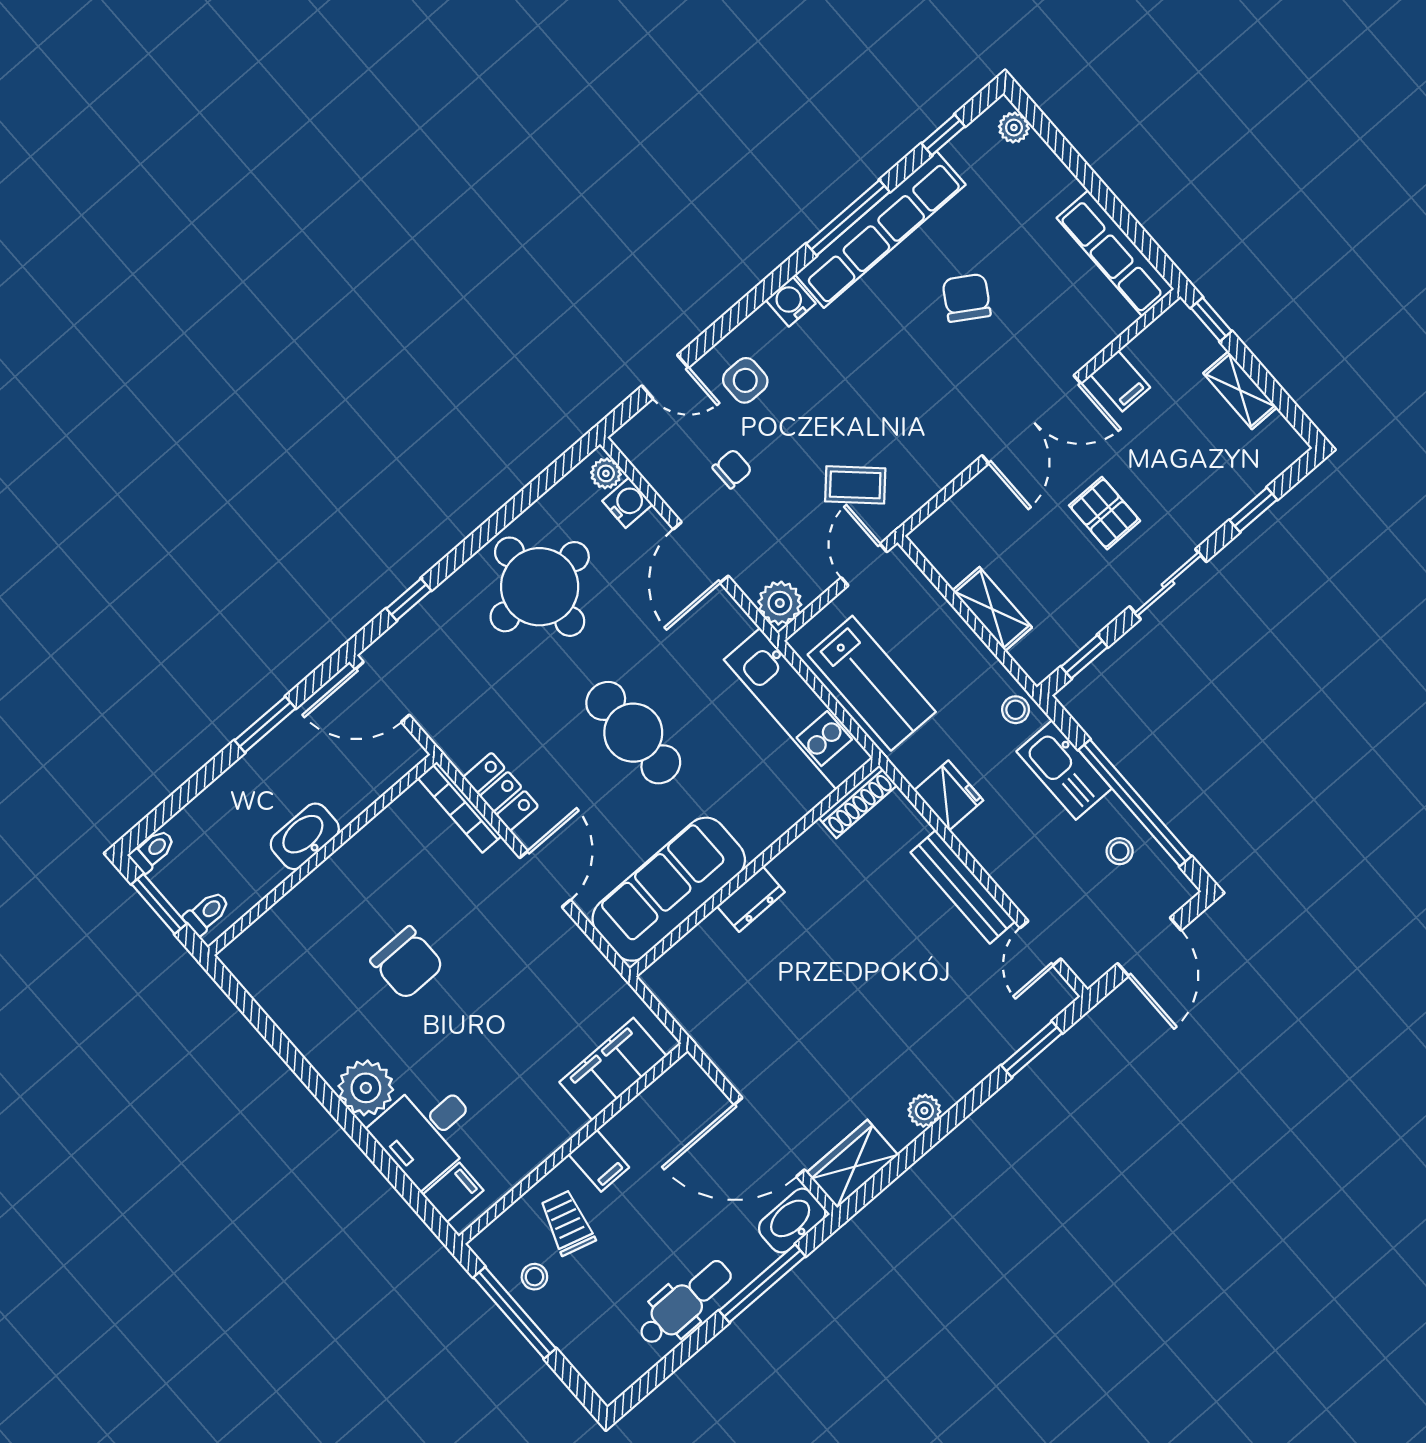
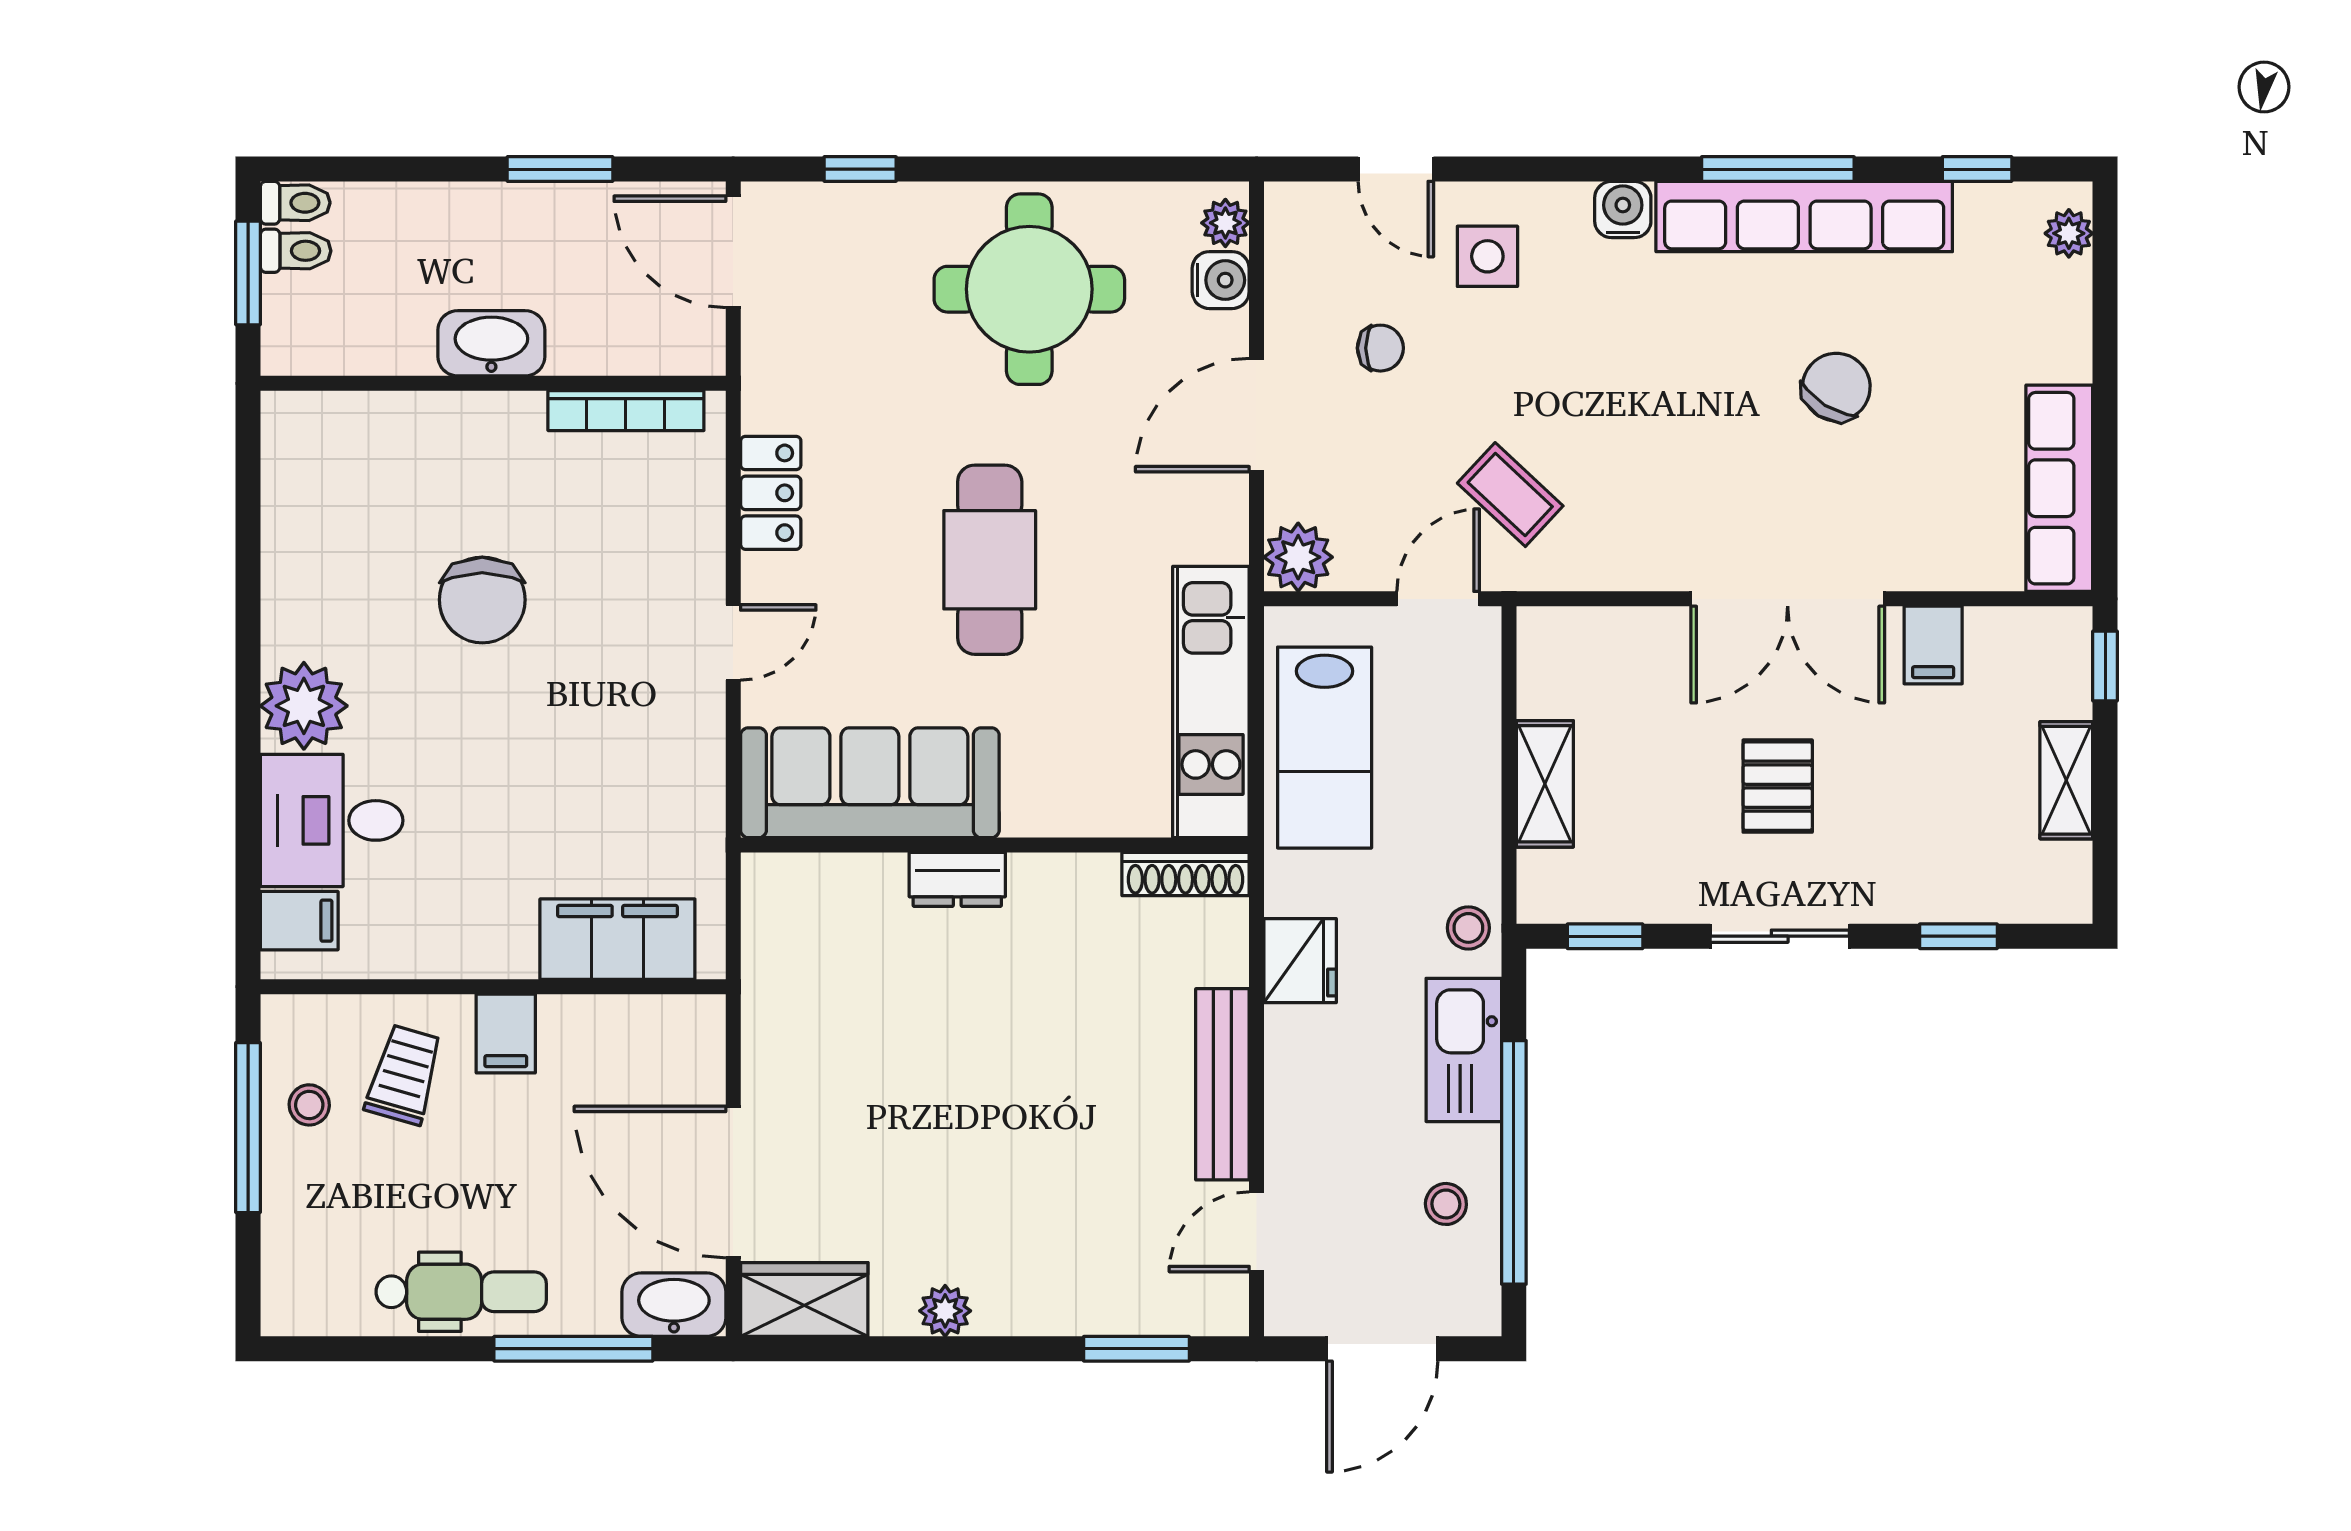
bookcase: (460, 807) -> (626, 411), moved, turned -90
door: (545, 879) -> (733, 642), width x0.73
toilet: (207, 913) -> (296, 251), moved

